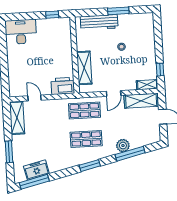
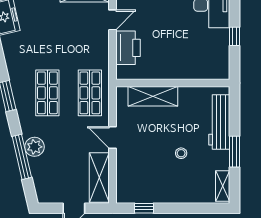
window: (52, 15) -> (235, 36), moved
shelving: (147, 85) -> (223, 186), moved
printer: (63, 86) -> (128, 48), moved

